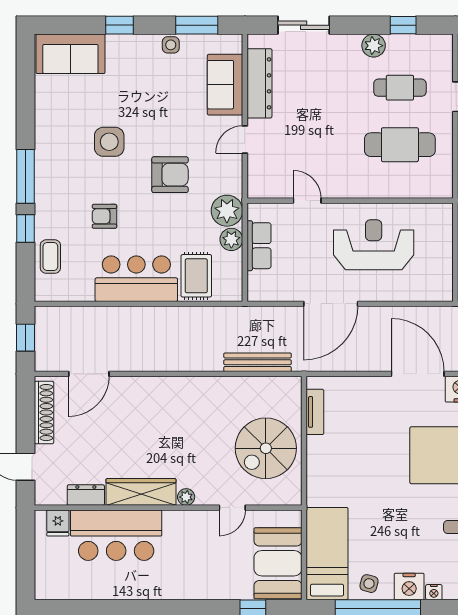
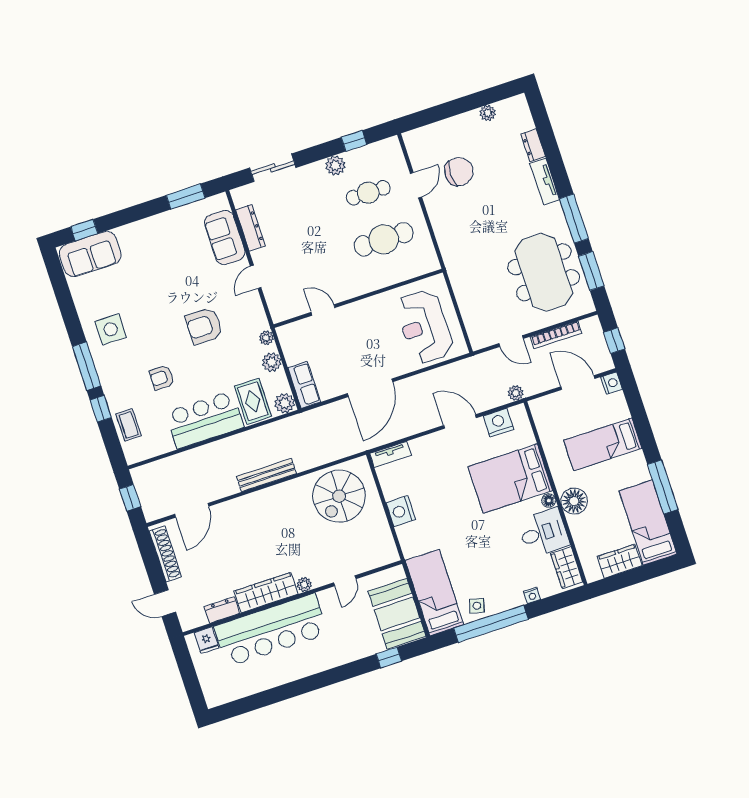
window: (120, 25) -> (84, 230), moved
side table: (171, 45) -> (170, 220), removed
dresser: (259, 83) -> (250, 228), width x0.73, depth x0.80
side table: (109, 142) -> (111, 329), moved
armchair: (170, 175) -> (204, 326), turned 180
plant: (227, 211) -> (266, 338), width x0.53, depth x0.53
reception desk: (374, 245) -> (424, 327), moved, turned -90
row of seats: (259, 246) -> (304, 385), moved
plant: (231, 290) -> (285, 403), added
bench: (257, 362) -> (266, 475), moved
door: (418, 374) -> (460, 422), width x0.73
tv unit: (315, 412) -> (391, 454), moved, turned 90
spiral stairs: (266, 448) -> (339, 496), moved
bar counter: (116, 535) -> (271, 630), width x1.36
nightstand: (409, 586) -> (401, 511), moved, turned 90

